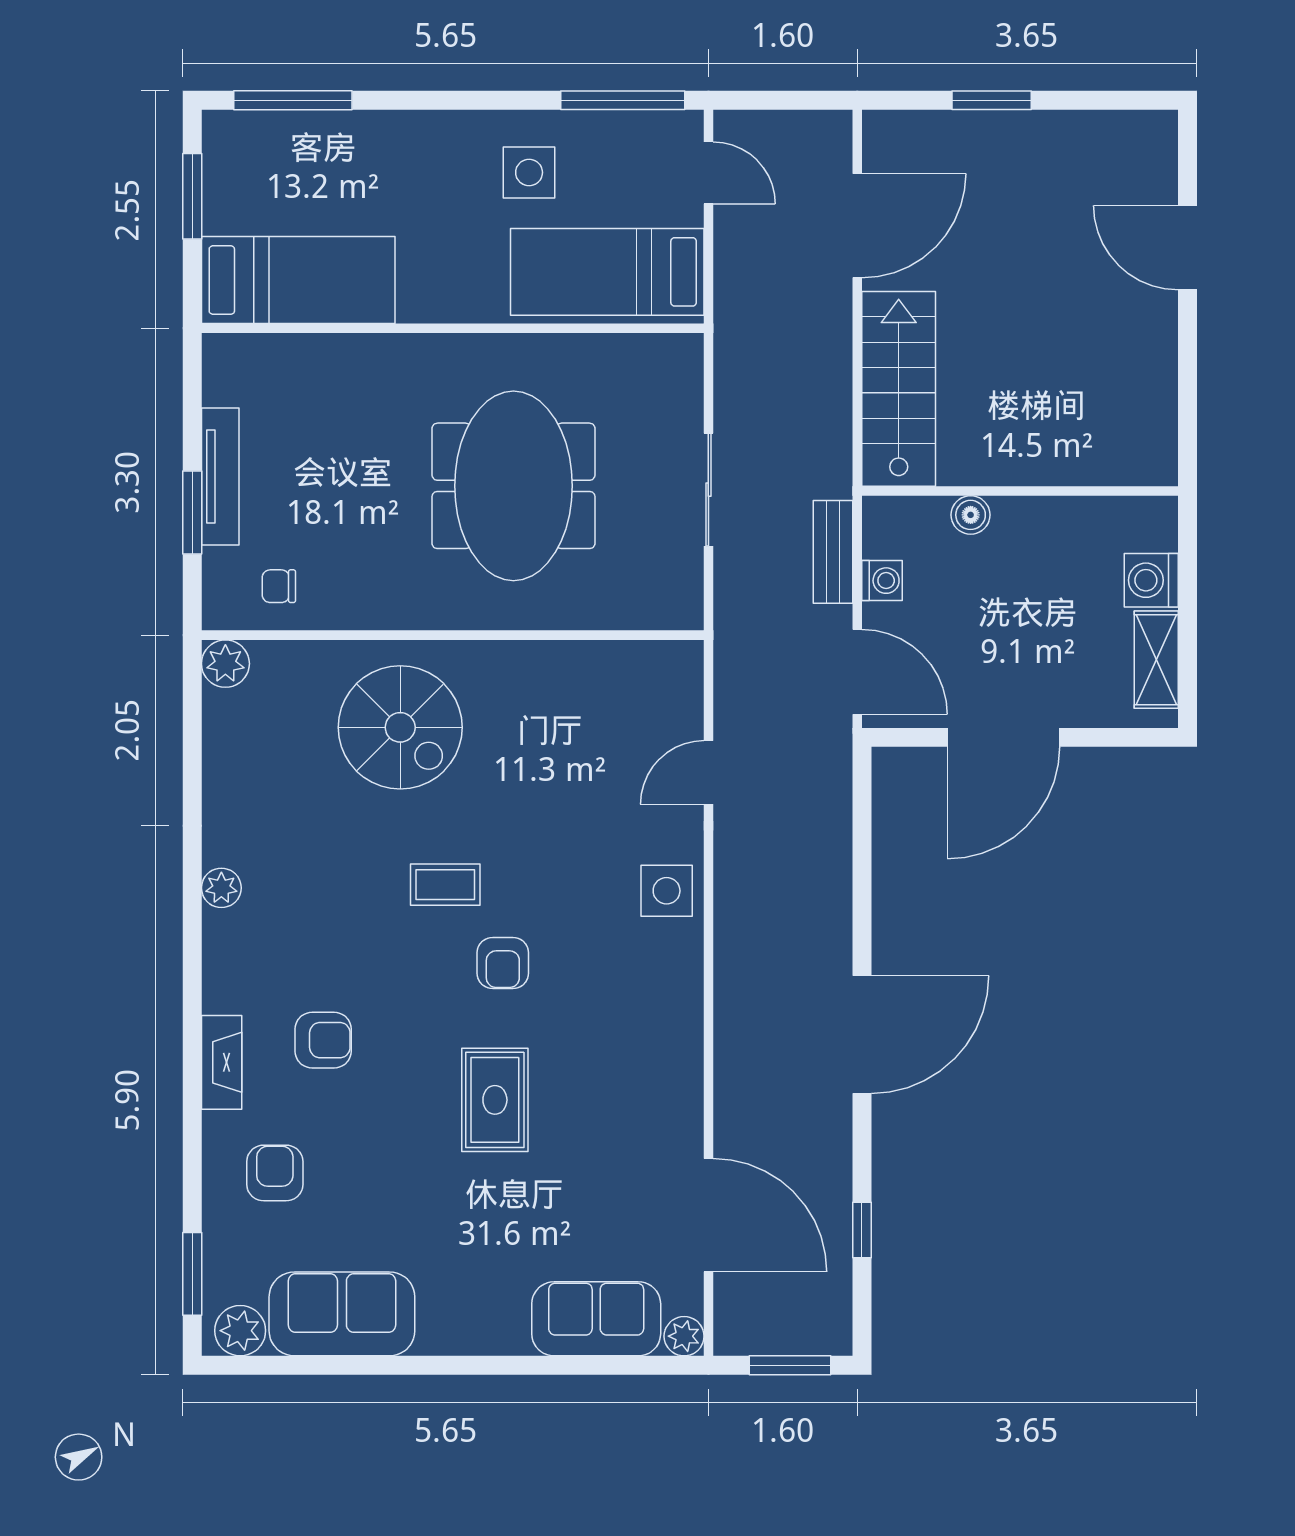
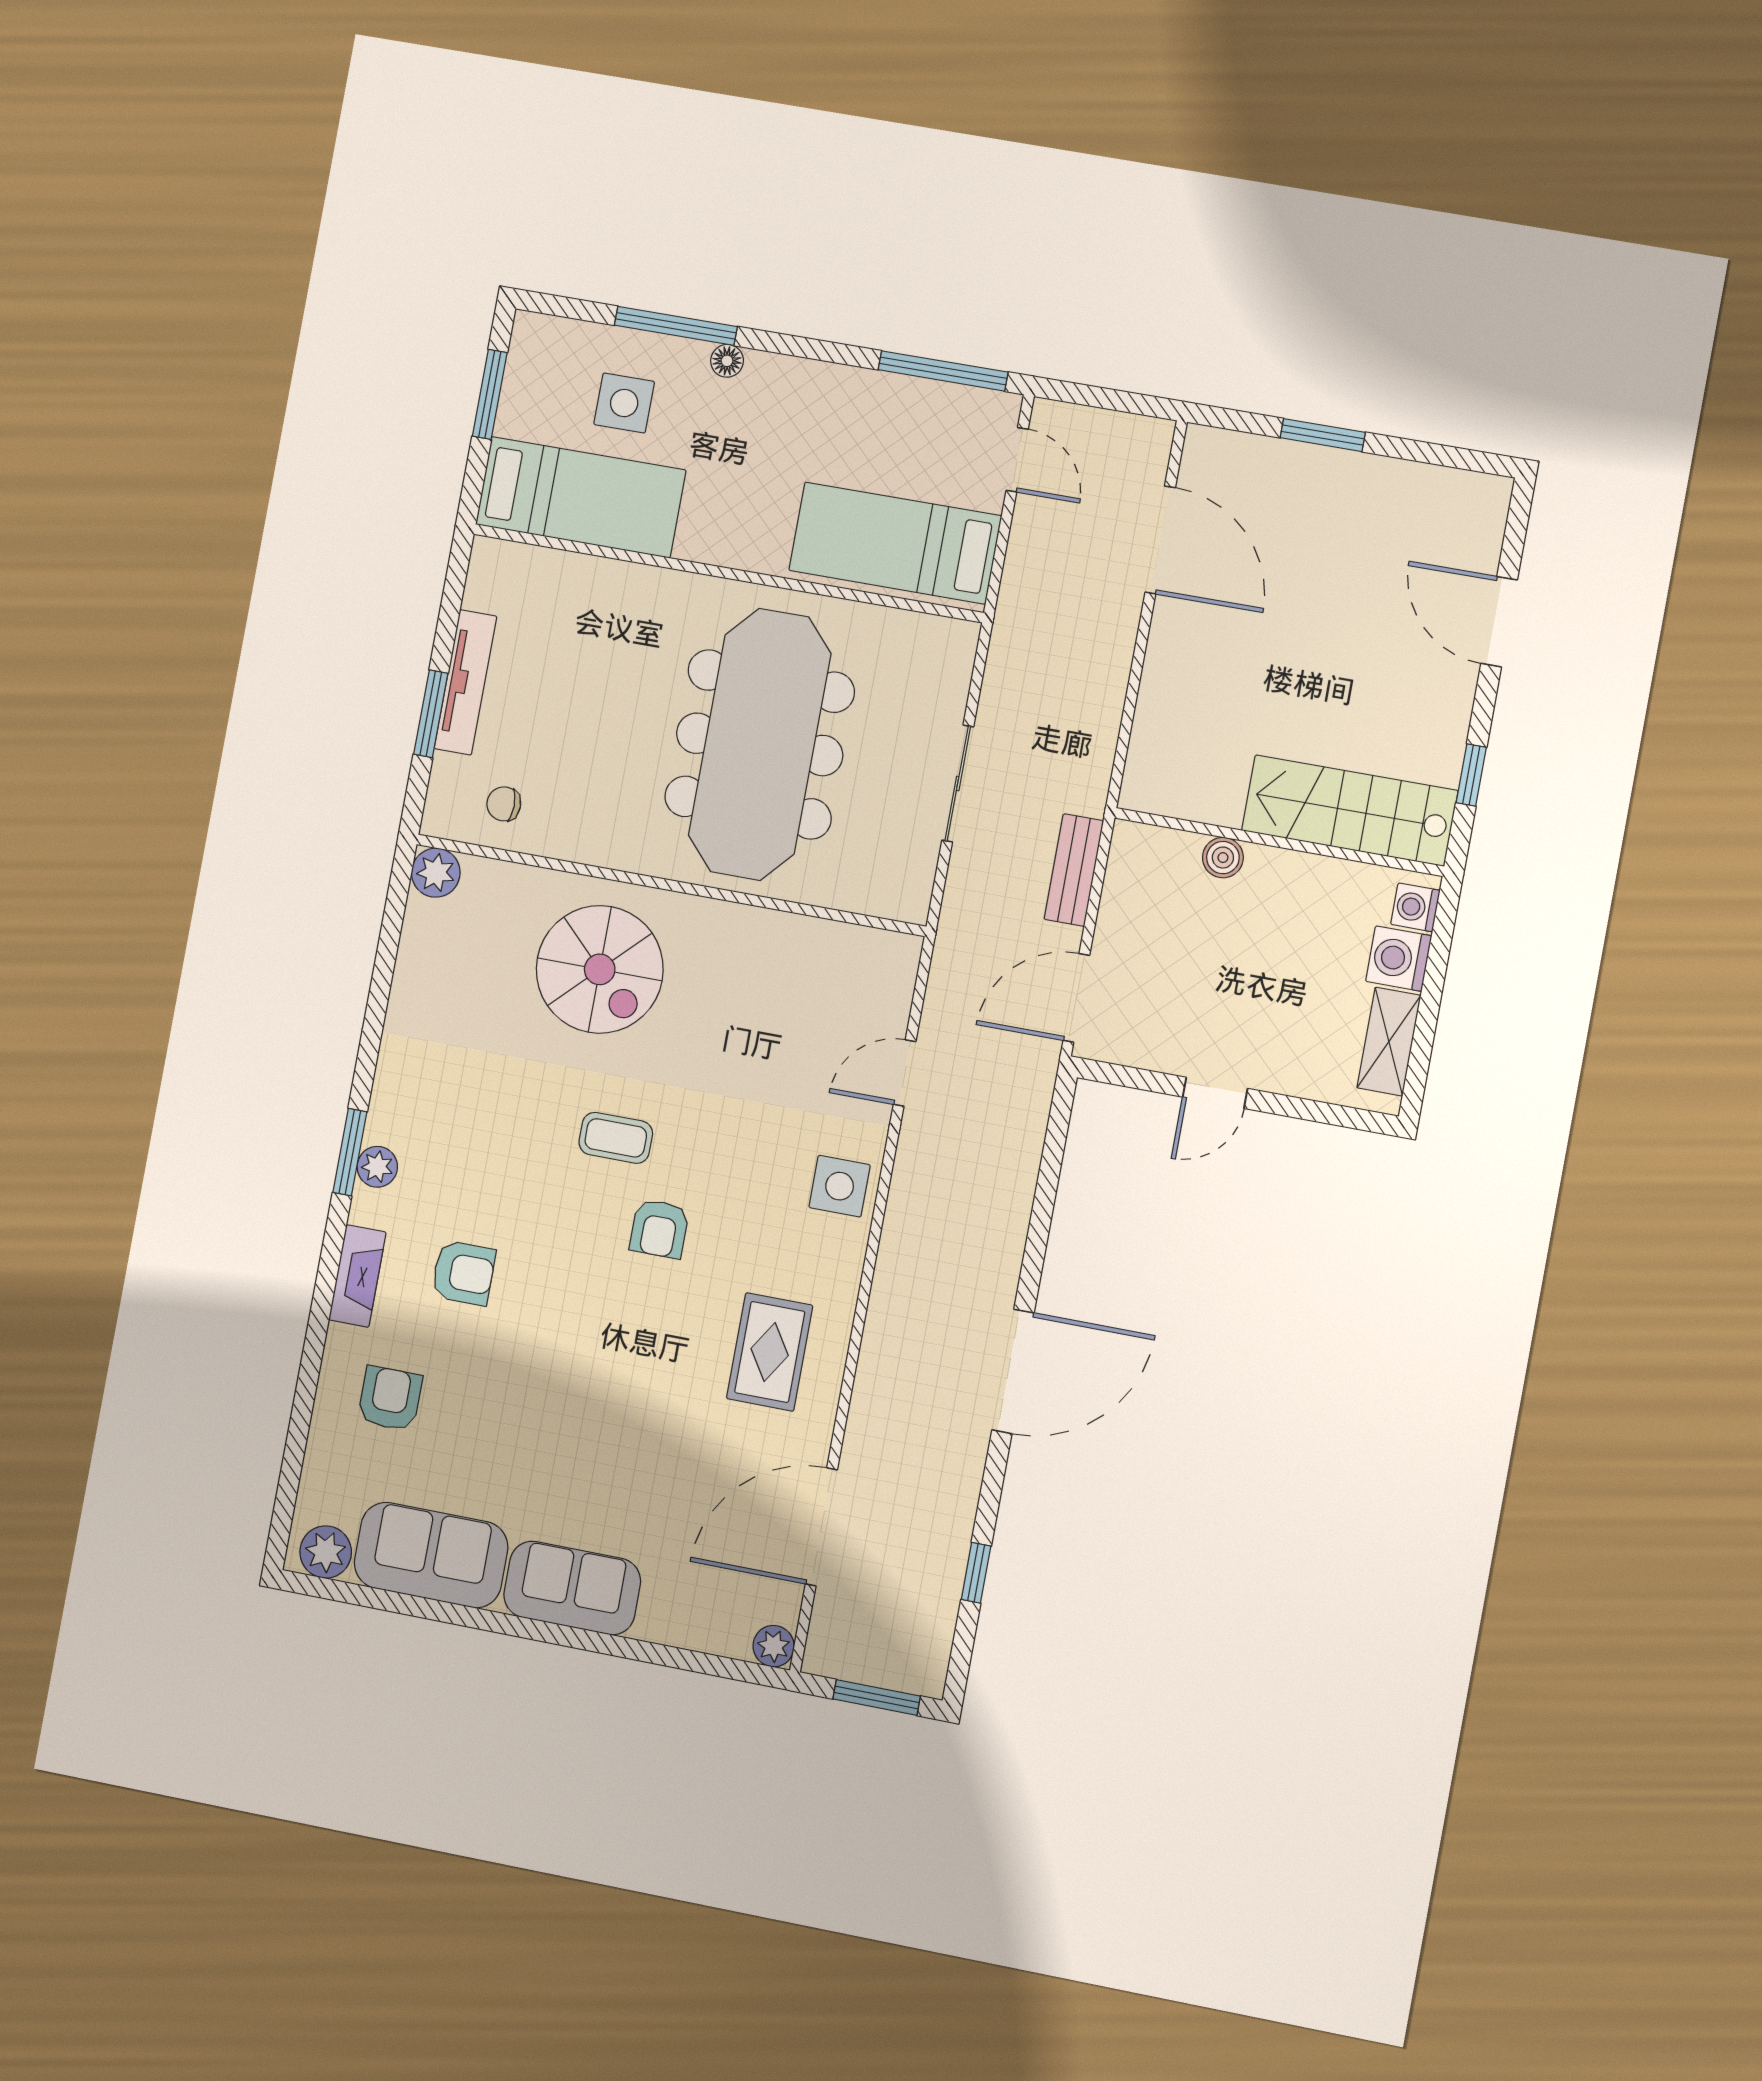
window: (293, 100) -> (676, 326), moved
floor lamp: (415, 125) -> (727, 361), added
side table: (529, 172) -> (624, 403), moved
door: (857, 226) -> (1160, 540), hinge flipped
stairs: (899, 389) -> (1350, 810), moved, turned -90
window: (1188, 396) -> (1471, 775), added
meeting table: (513, 486) -> (760, 744), width x1.36
washing machine: (882, 581) -> (1415, 907), moved, turned 180
door: (857, 672) -> (1076, 998), swing flipped
door: (1003, 737) -> (1215, 1093), width x0.53
plant: (221, 888) -> (377, 1167), moved
rug: (495, 1100) -> (770, 1352), moved
door: (708, 1215) -> (821, 1527), swing flipped
window: (192, 1274) -> (350, 1152), moved
sofa: (596, 1319) -> (572, 1588), moved

